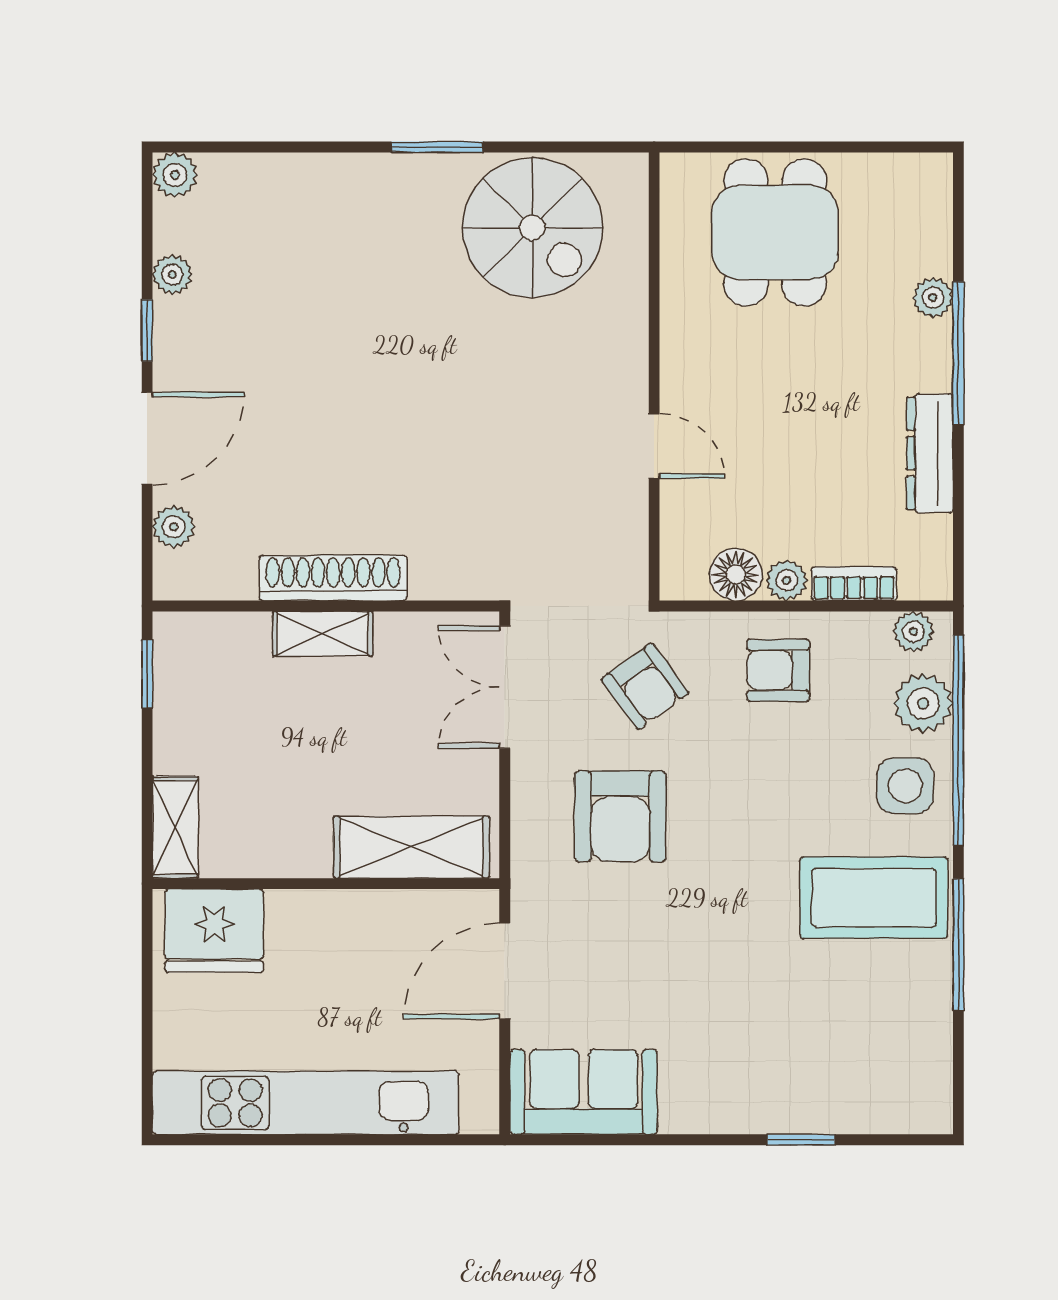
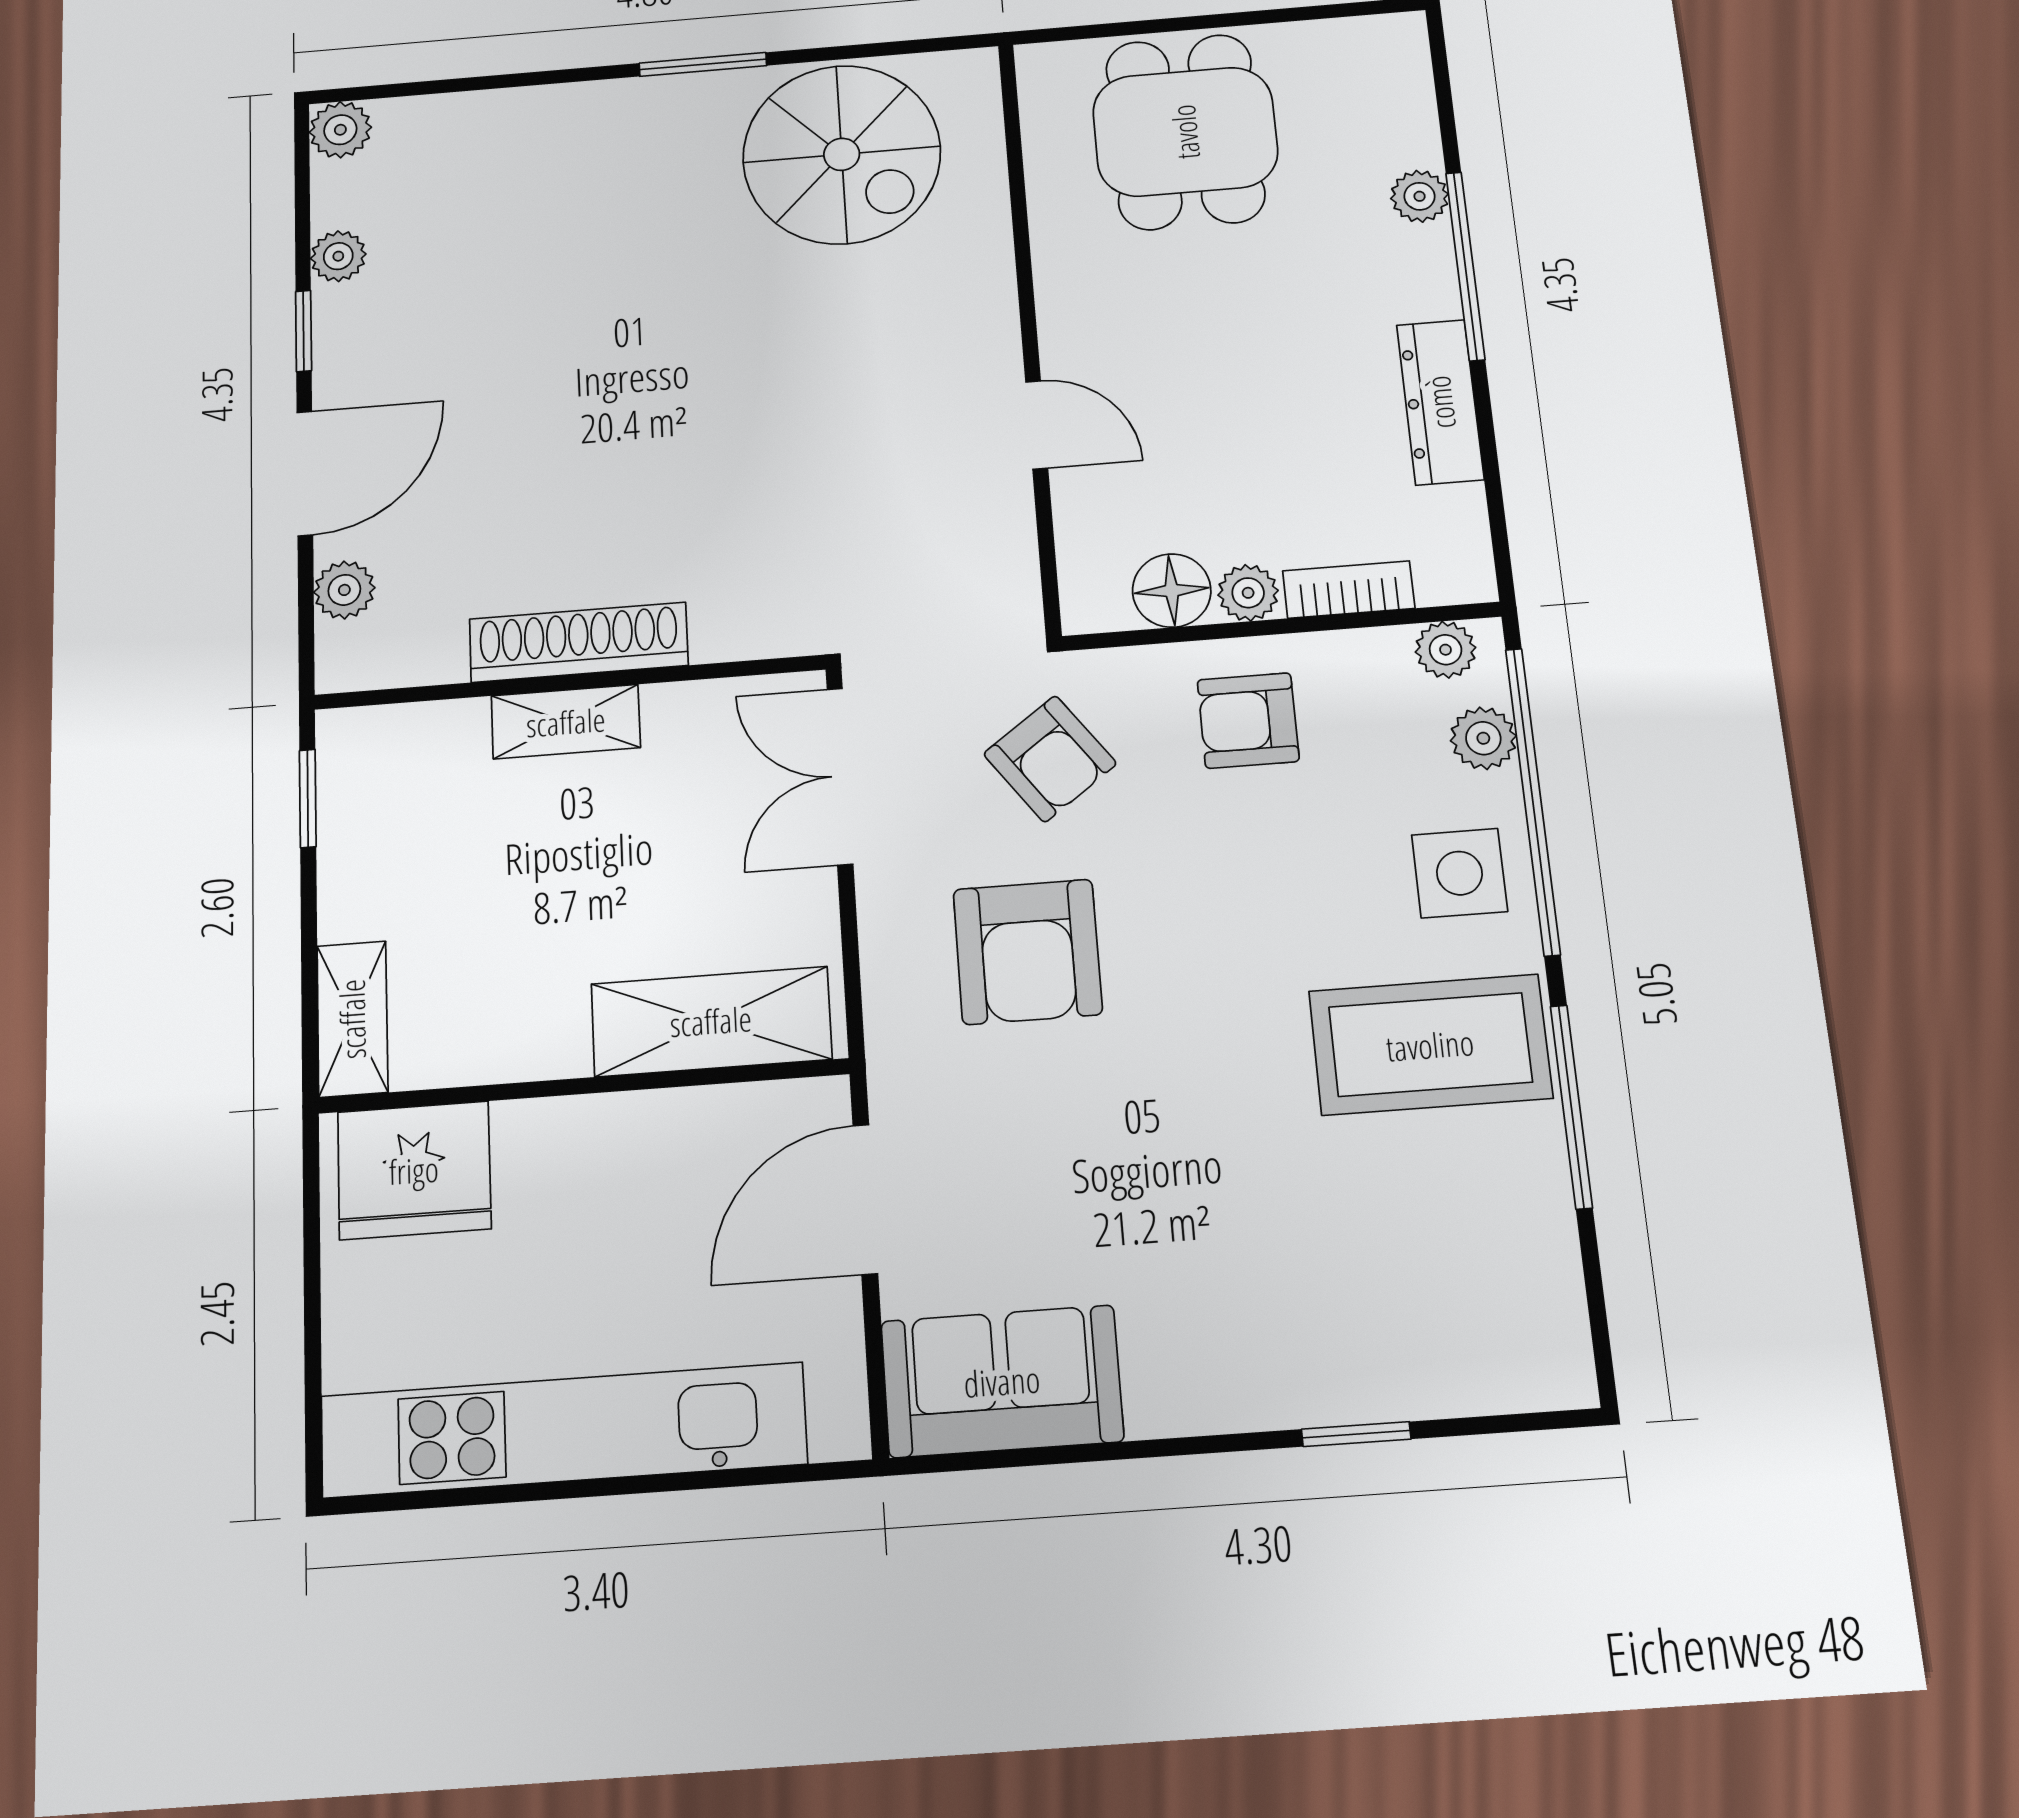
plant: (923, 703) -> (1483, 738), width x0.73, depth x0.73

